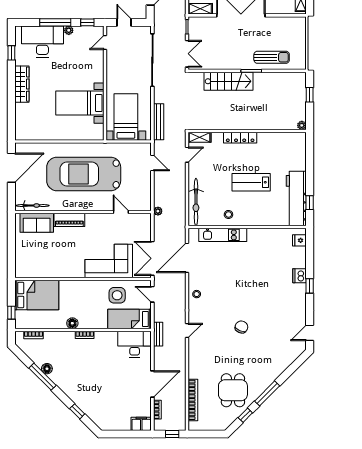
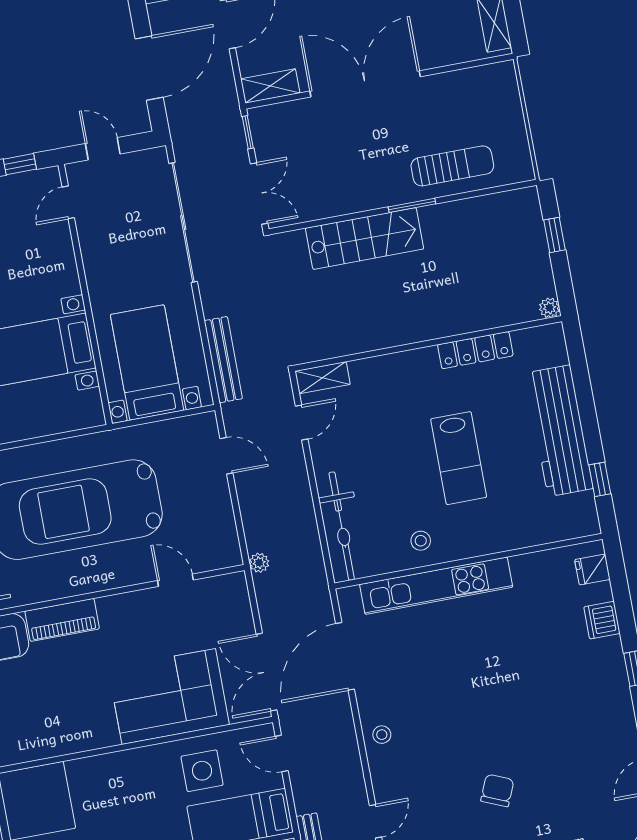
locker: (240, 138) -> (475, 350), moved
lab bench: (251, 182) -> (459, 458), turned -90
workbench: (296, 198) -> (559, 431), moved
kitchen unit: (223, 235) -> (436, 586), width x1.36
dishwasher: (299, 276) -> (602, 620), moved

